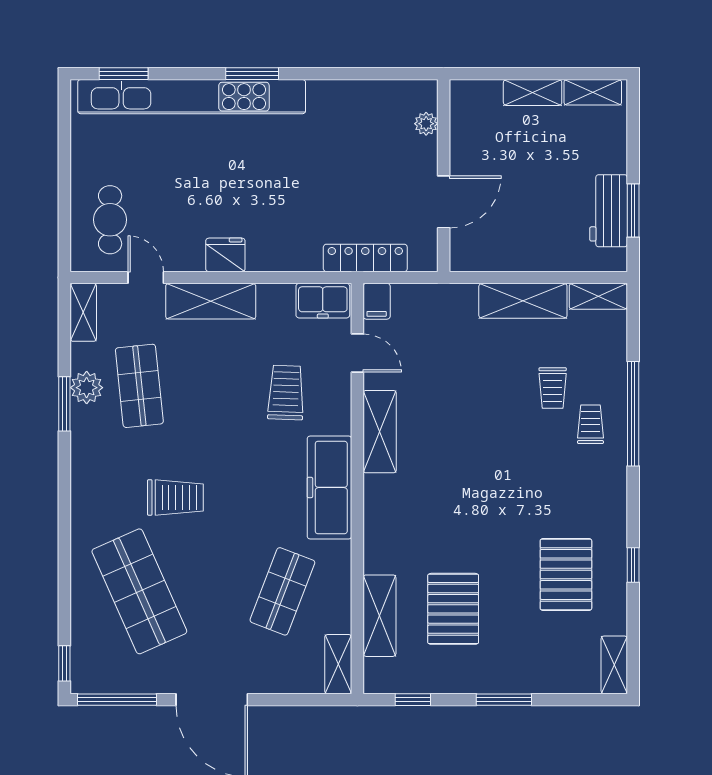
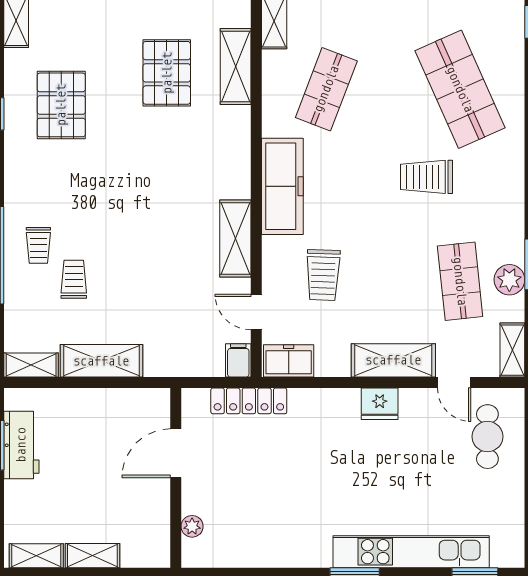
kitchen unit: (192, 97) -> (411, 552), width x0.73

